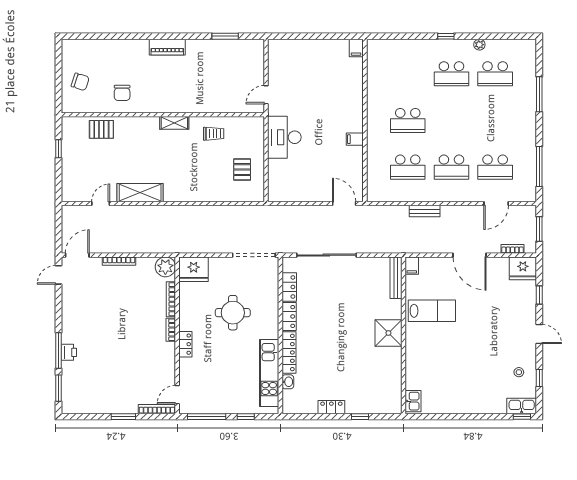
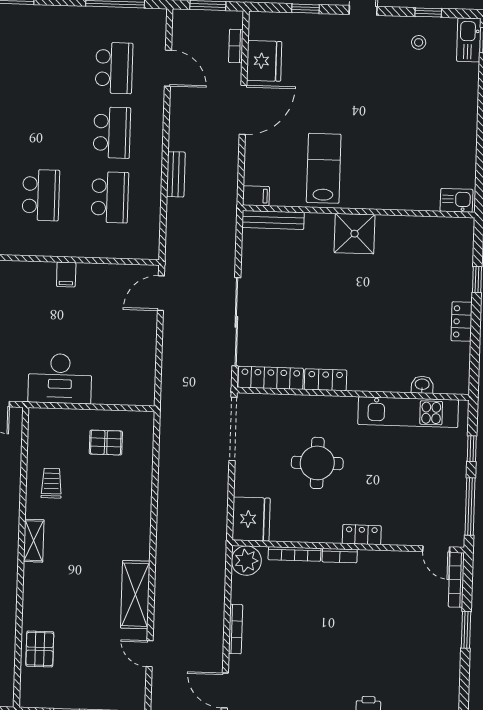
fridge: (523, 268) -> (264, 61), moved
locker: (289, 287) -> (271, 378), width x1.53
locker: (289, 352) -> (379, 382), removed

